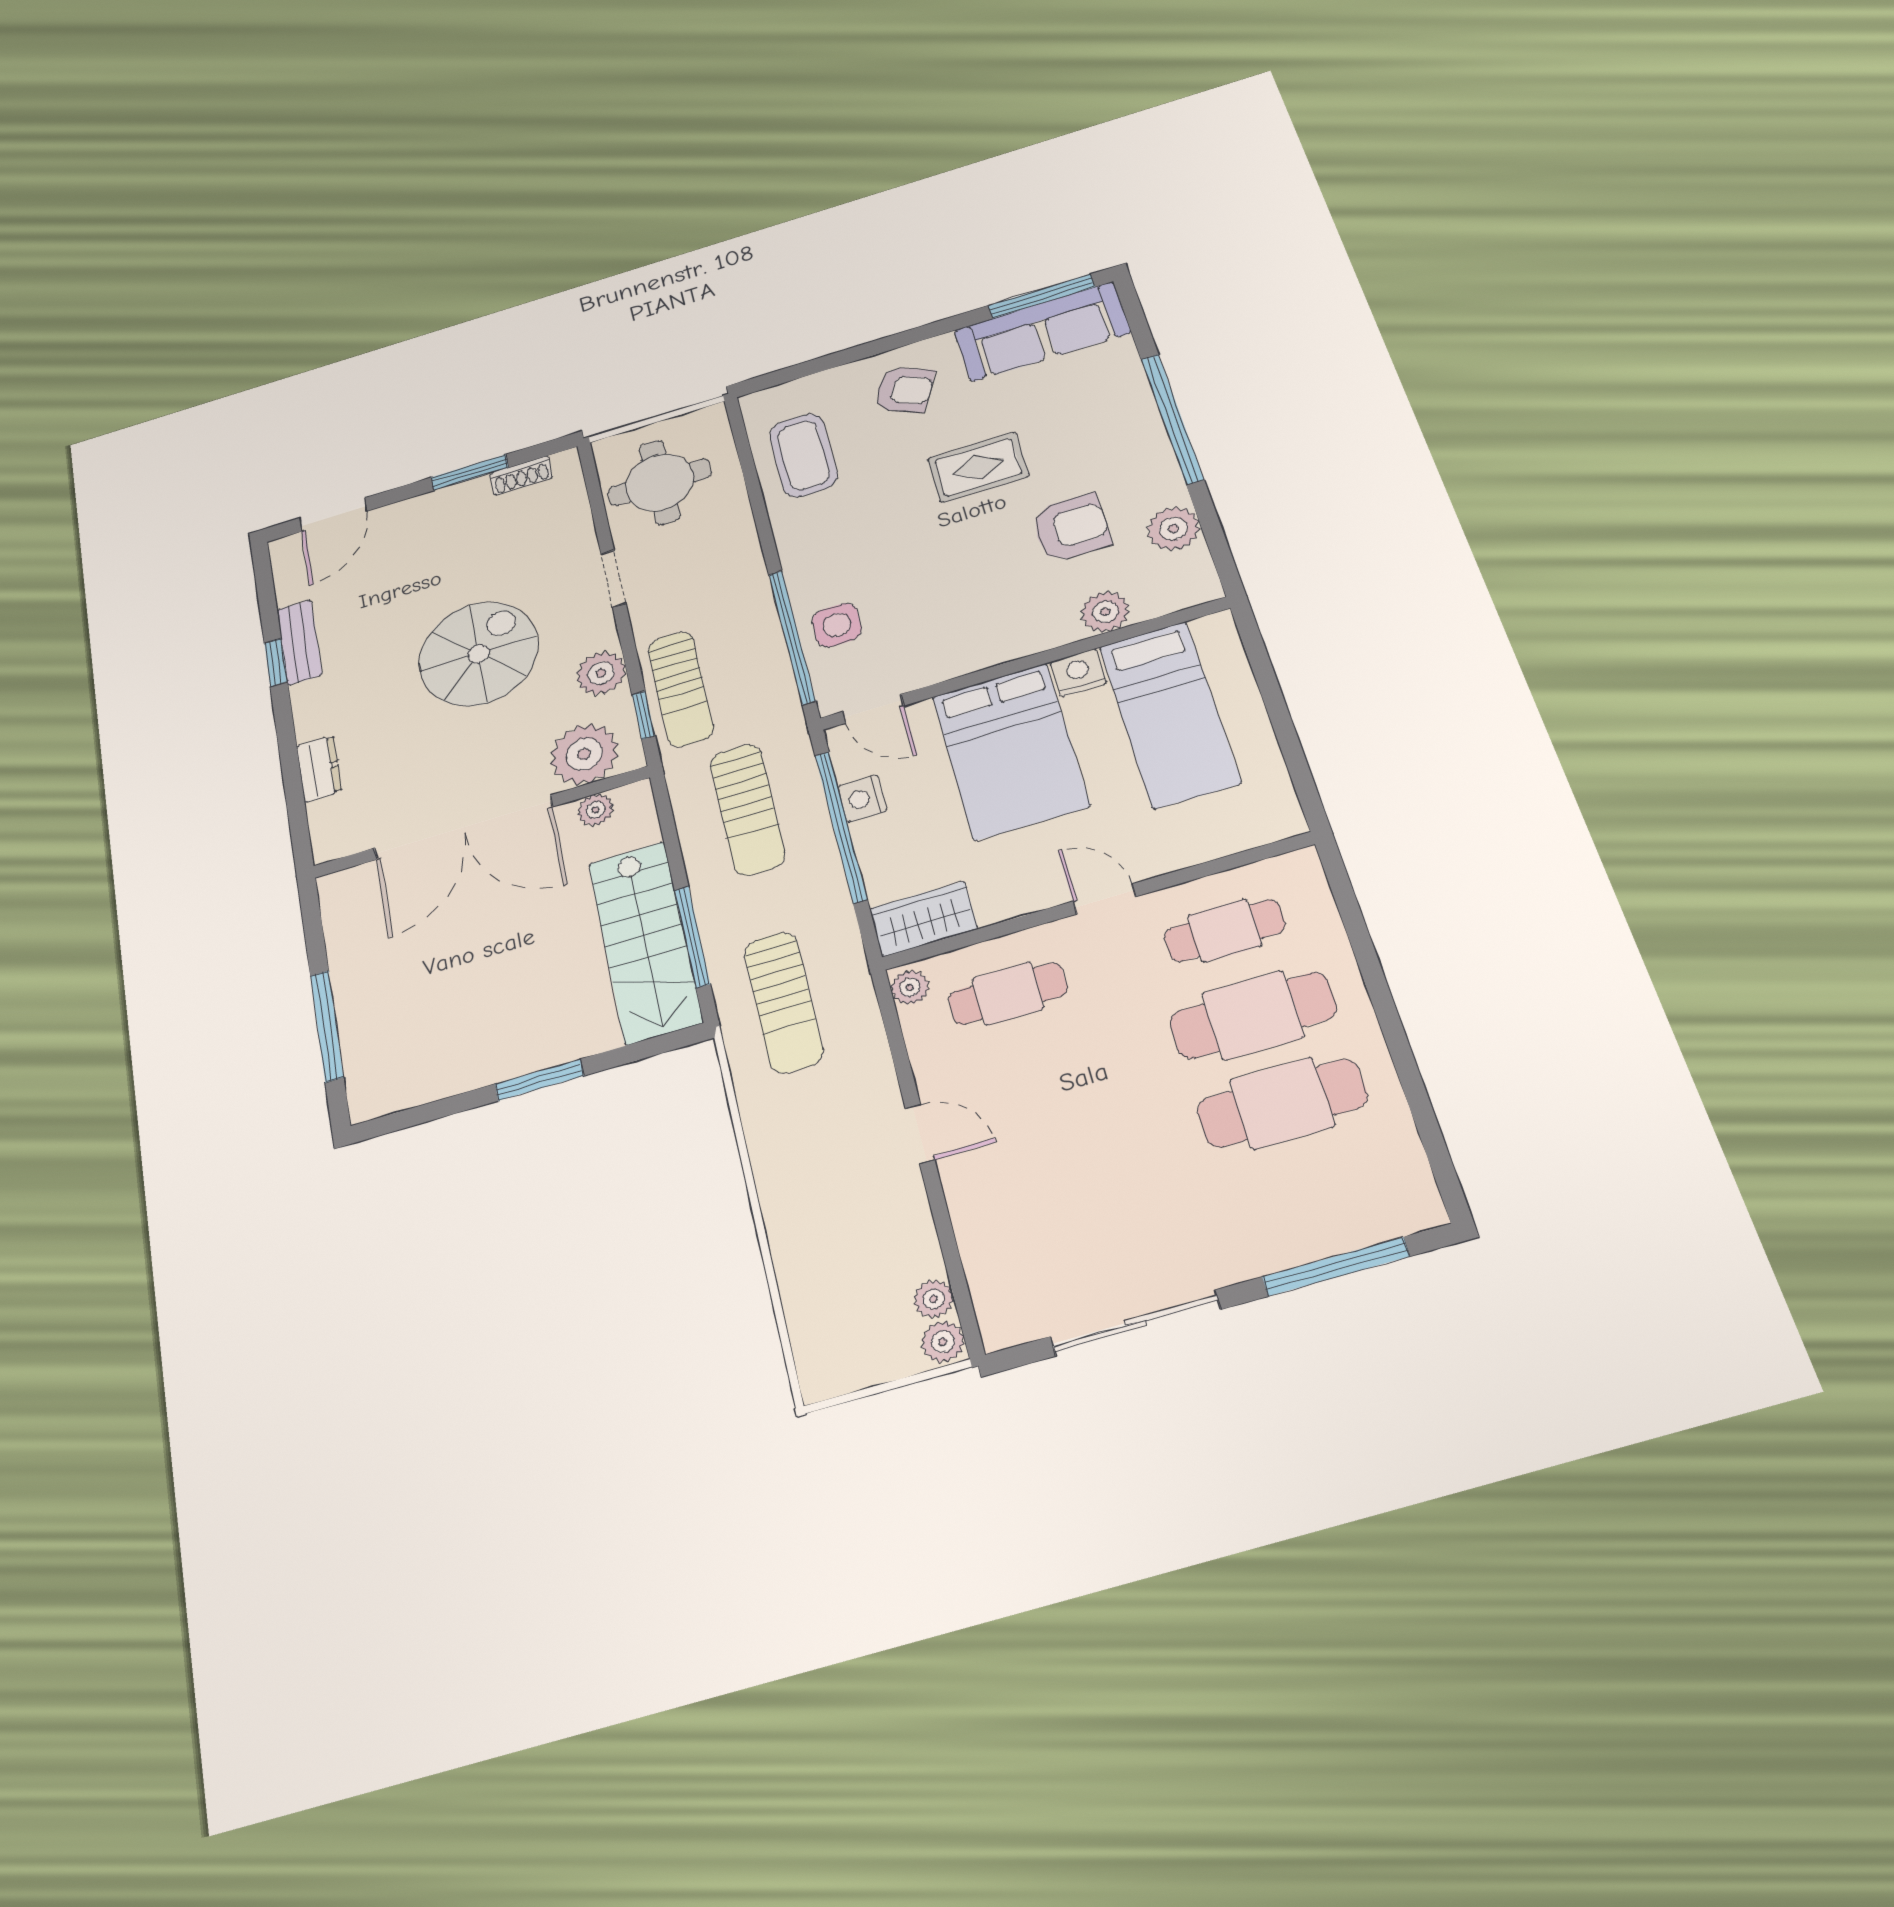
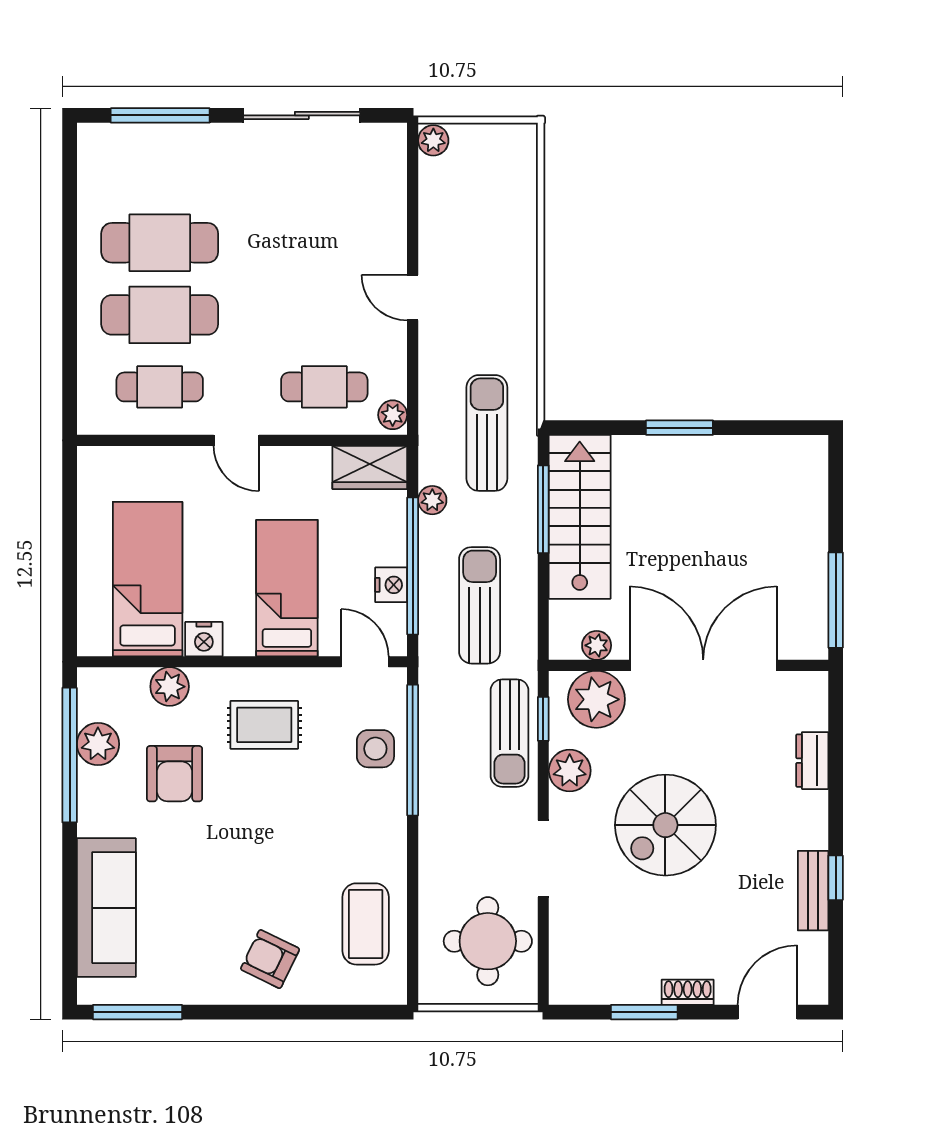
sofa: (1042, 332) -> (106, 908), moved, turned 90
window: (1172, 419) -> (70, 755), moved
rug: (978, 467) -> (264, 725), moved
shoe rack: (521, 476) -> (688, 992), moved
armchair: (1071, 528) -> (175, 774), turned -90
doorway: (613, 579) -> (543, 859), width x1.38
sun lounger: (681, 689) -> (510, 733), turned 180
bed: (1010, 751) -> (287, 588), width x0.67
window: (327, 1026) -> (836, 600), moved
plant: (934, 1299) -> (432, 500), moved

